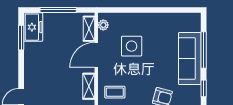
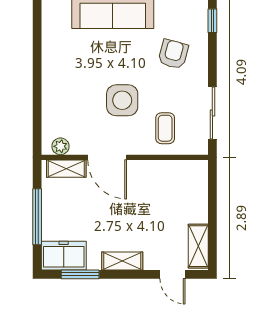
side table: (132, 46) -> (122, 100), moved
shelving: (89, 86) -> (122, 261), moved

